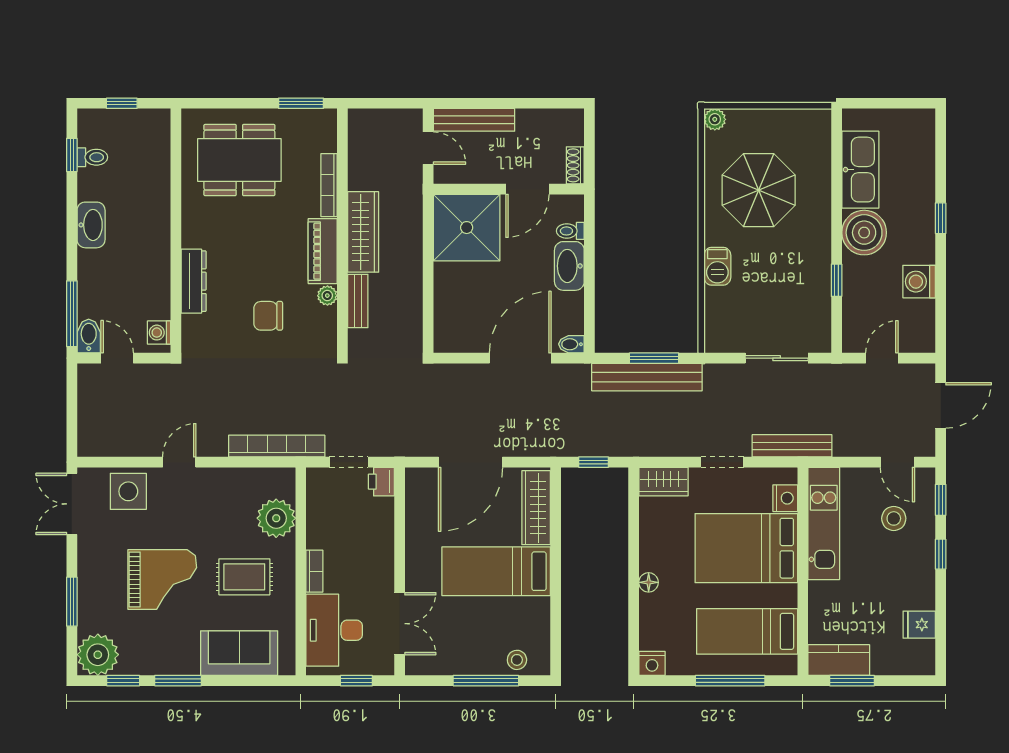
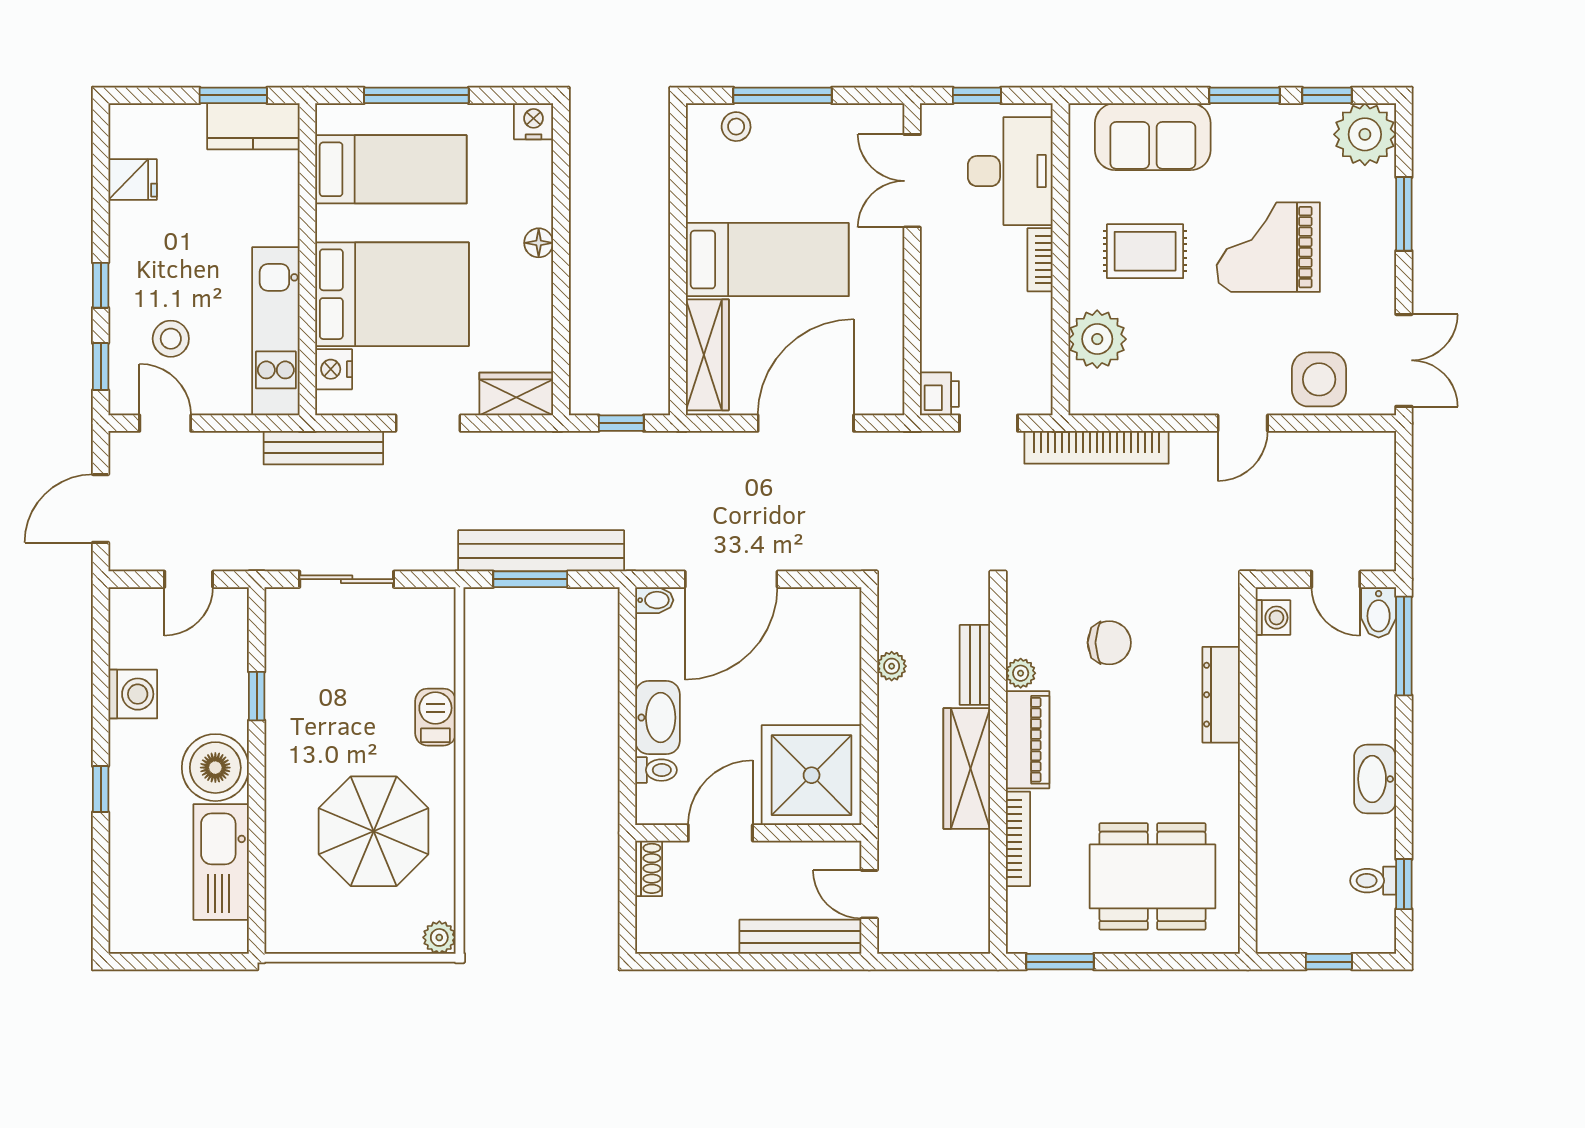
plant: (413, 300) -> (892, 666), added

